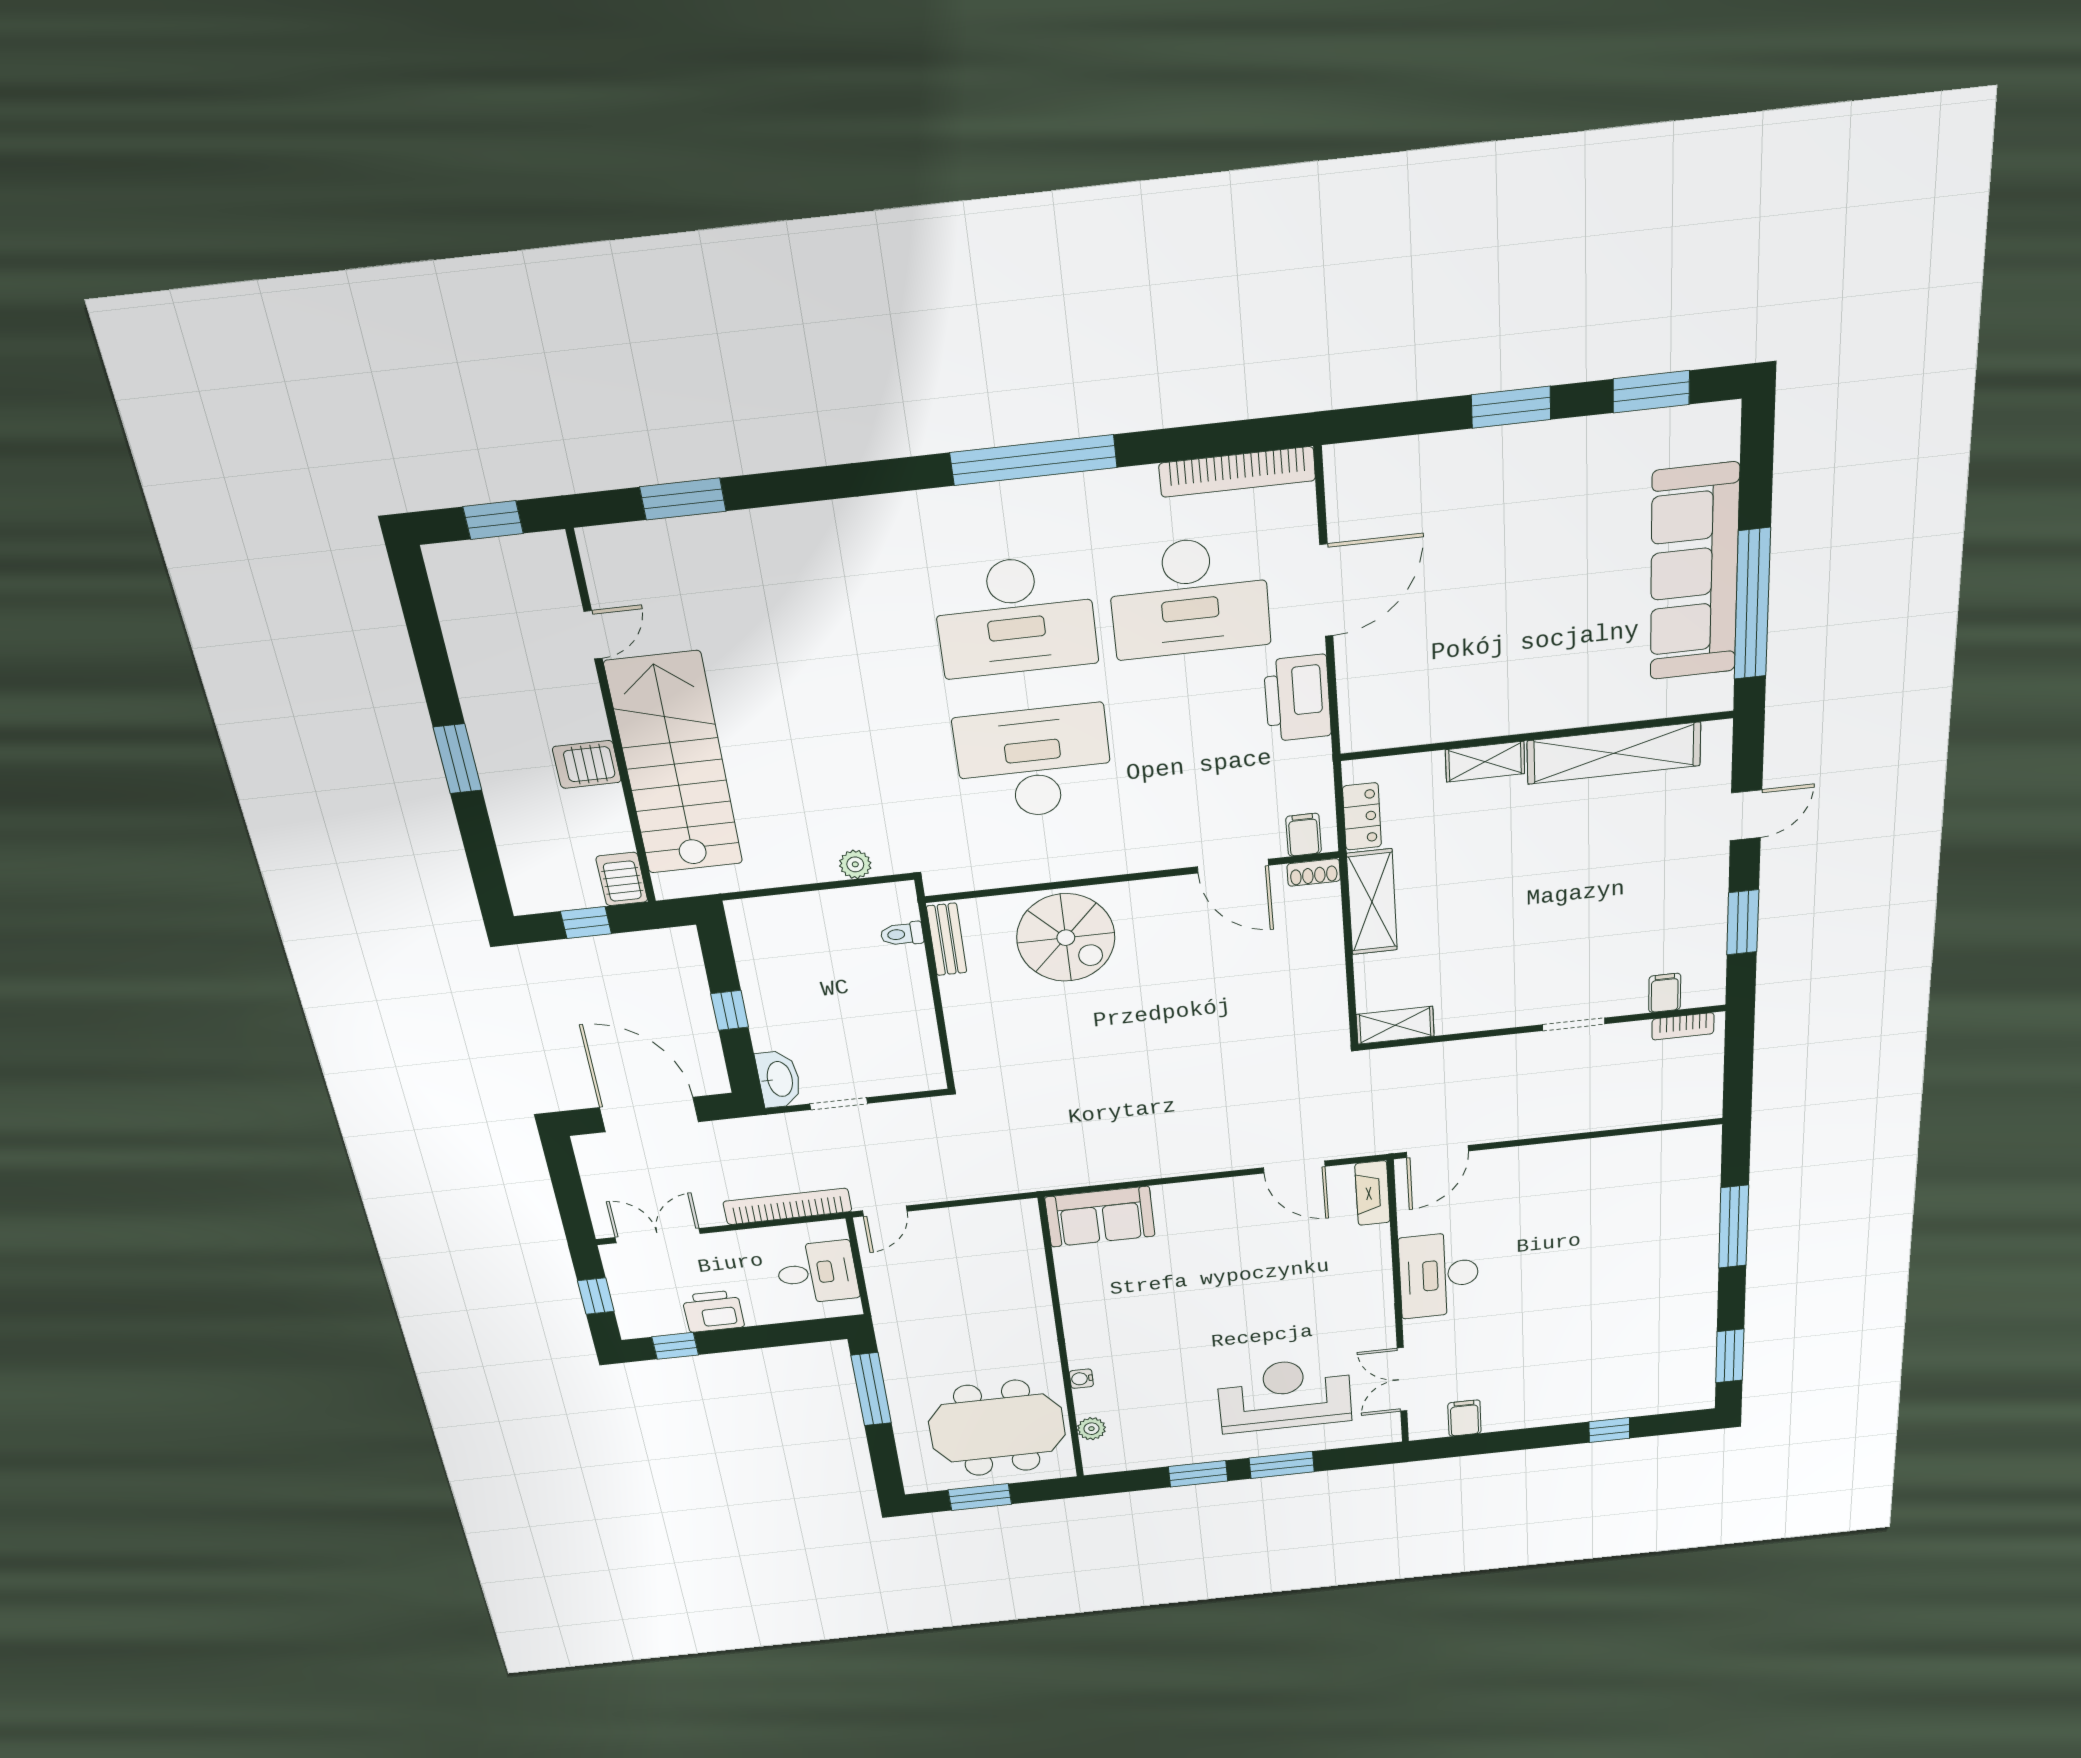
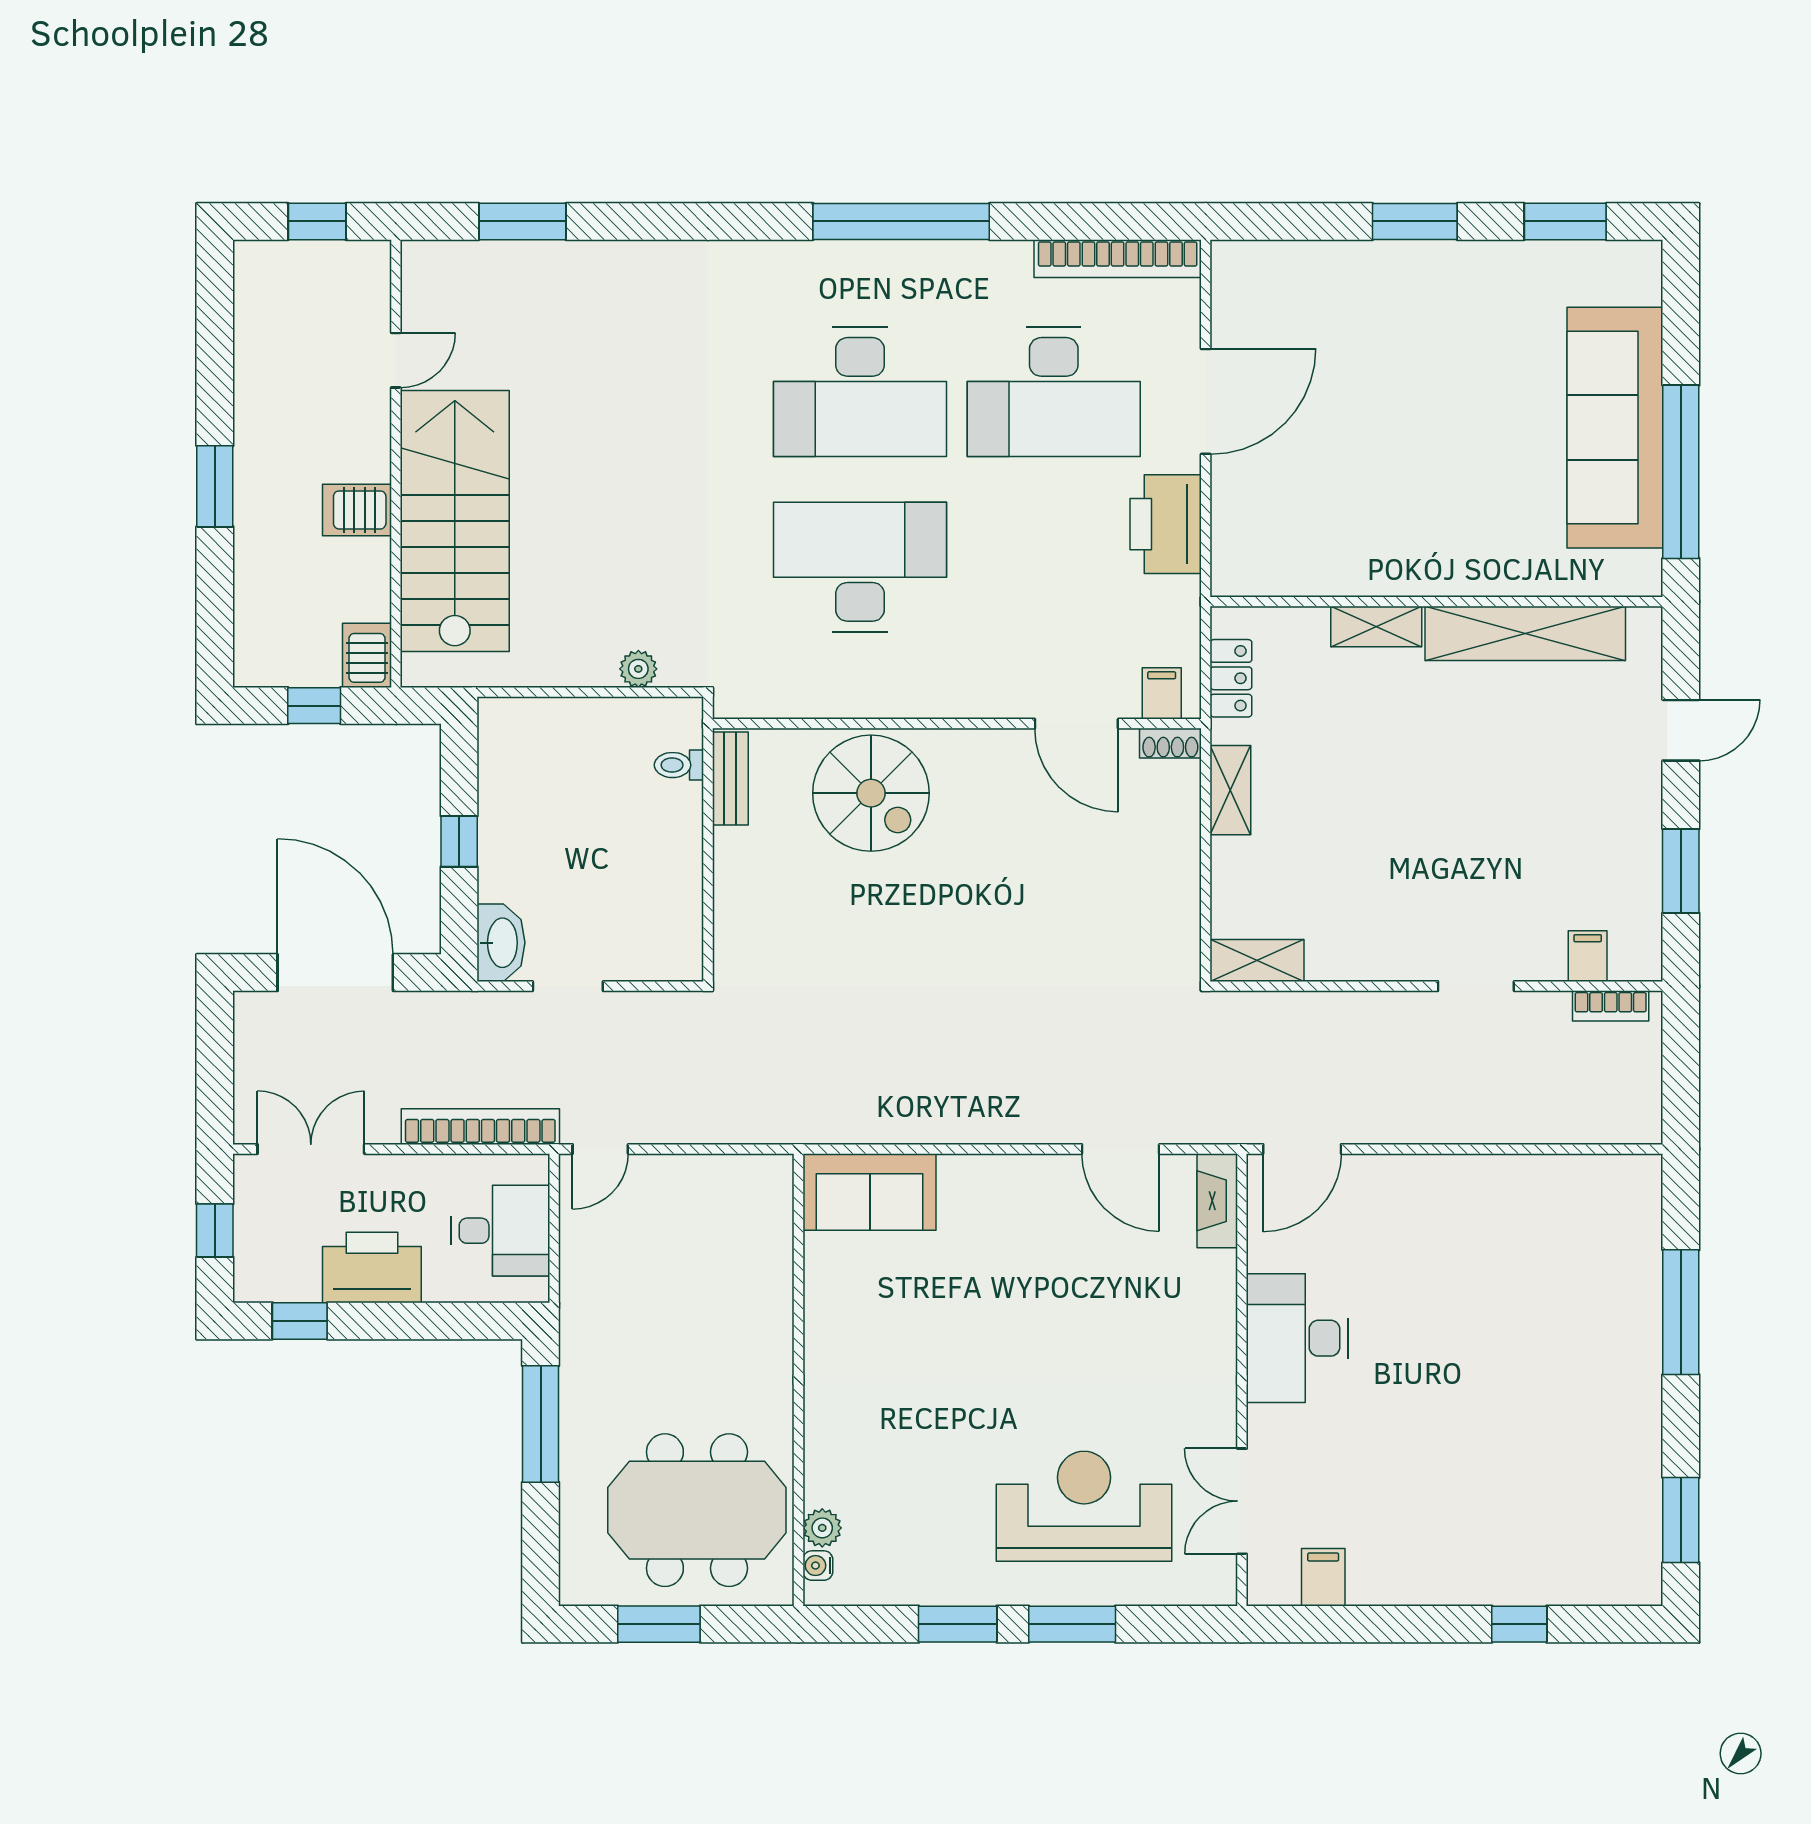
shelving: (1372, 902) -> (1230, 790), width x0.67, depth x0.75
printer: (713, 1311) -> (372, 1267), width x1.37, depth x1.19
water cooler: (1081, 1379) -> (818, 1566), moved

